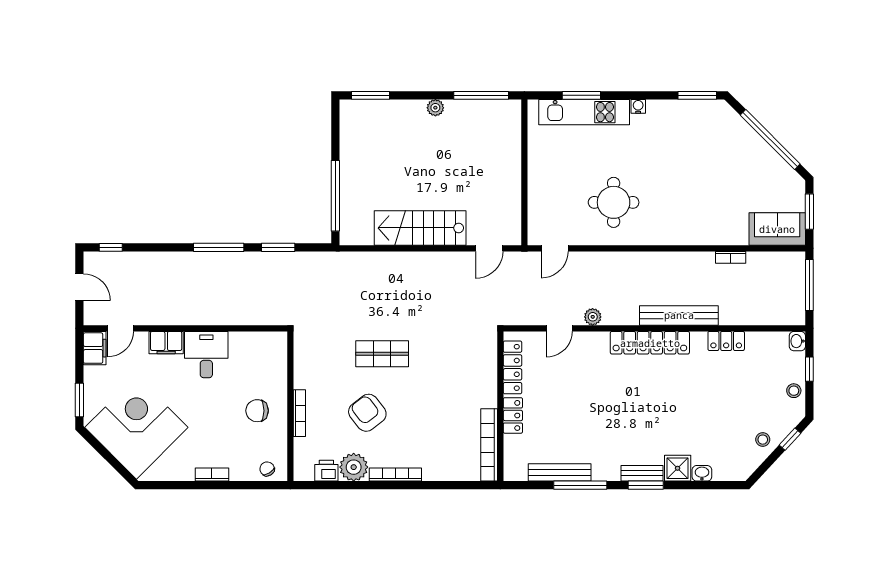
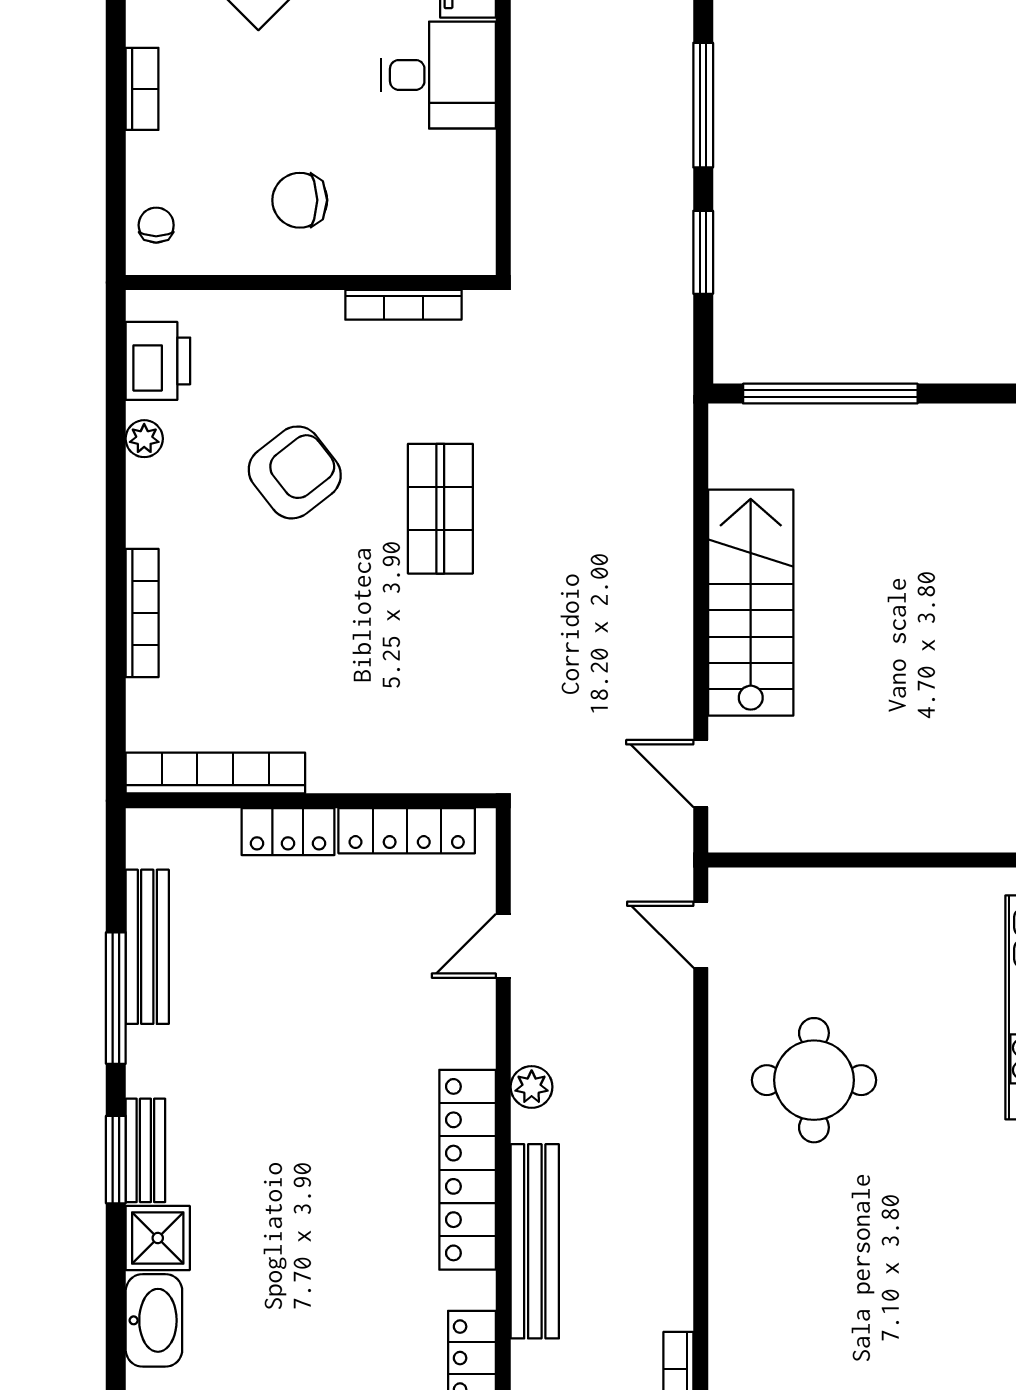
plant: (593, 317) -> (532, 1087), moved
door: (559, 328) -> (503, 946), hinge flipped
chair: (257, 411) -> (300, 200), turned -90
bookcase: (299, 413) -> (403, 305), moved
plant: (354, 467) -> (144, 439), width x0.53, depth x0.53
chair: (267, 469) -> (156, 225), turned -59
printer: (326, 471) -> (158, 361), width x1.36, depth x1.24
washbasin: (702, 473) -> (154, 1320), width x1.91, depth x1.45
bookcase: (395, 475) -> (142, 613), moved

